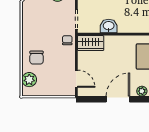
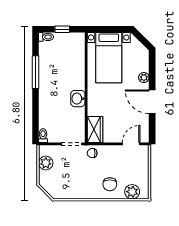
washbasin: (109, 26) -> (78, 99), moved
chair: (37, 58) -> (110, 184), turned 90

